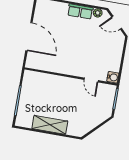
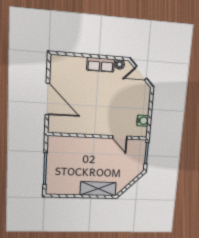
water cooler: (113, 77) -> (143, 121), moved
shelving: (50, 125) -> (98, 189), moved

